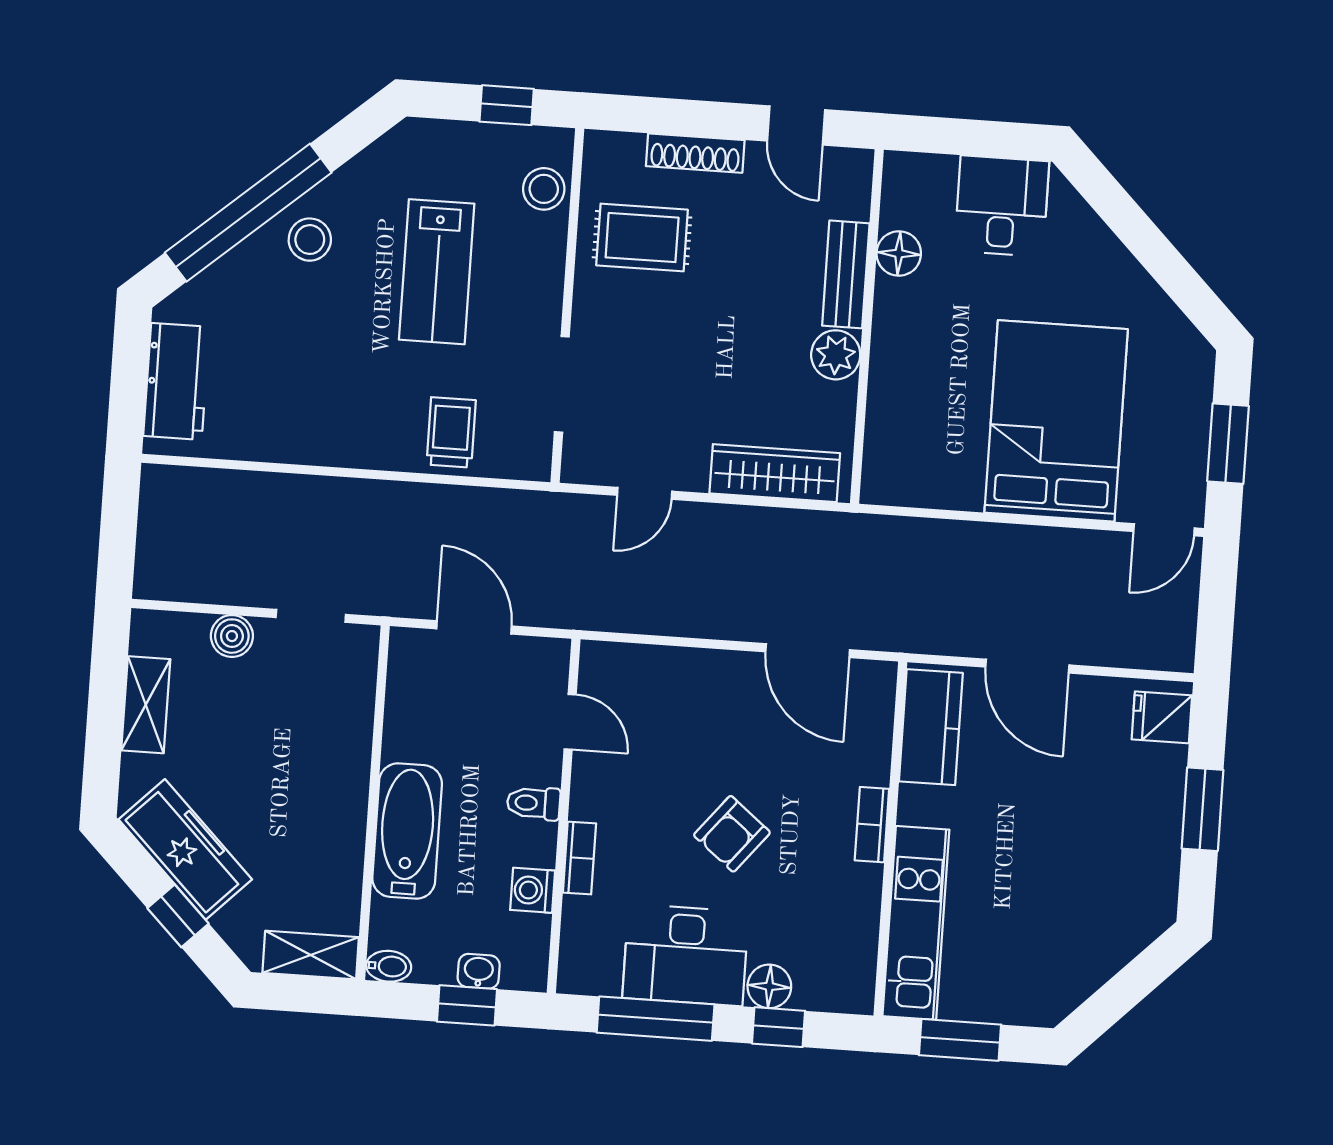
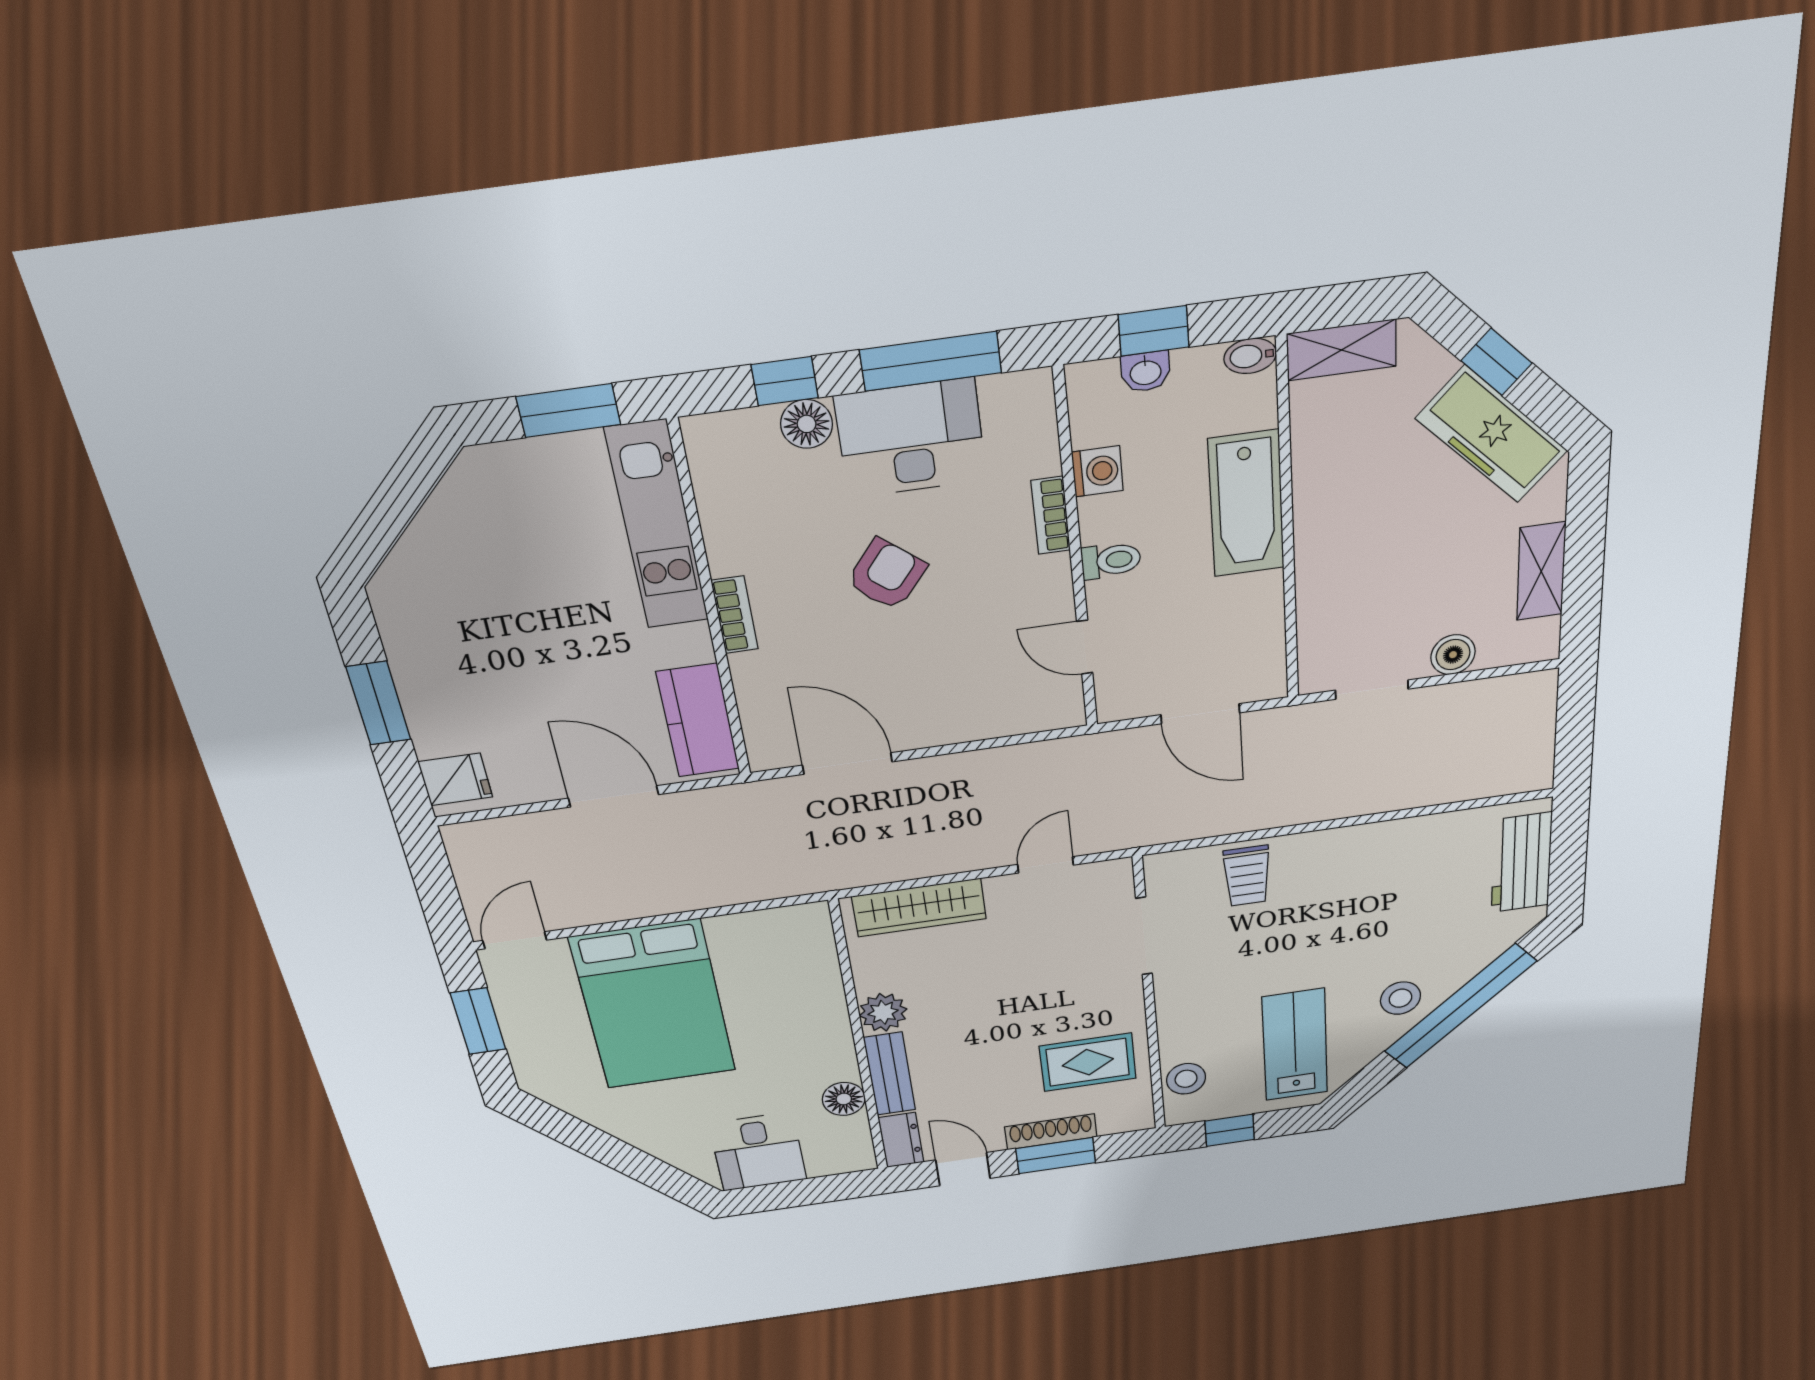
window: (696, 118) -> (1056, 1156), added
dresser: (852, 183) -> (901, 1140), added
lab bench: (437, 272) -> (1295, 1045), moved

